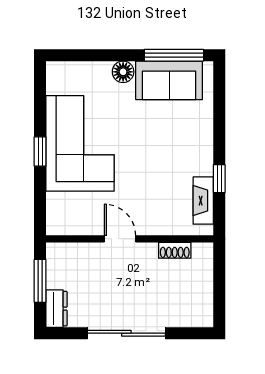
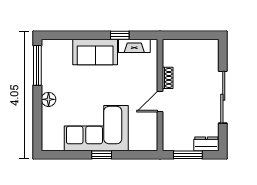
sofa: (169, 80) -> (95, 52), moved, turned 90
shoe rack: (175, 250) -> (168, 78), moved

